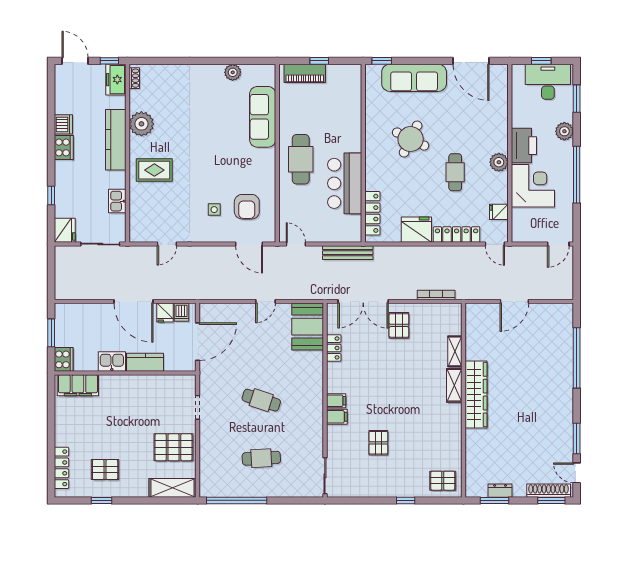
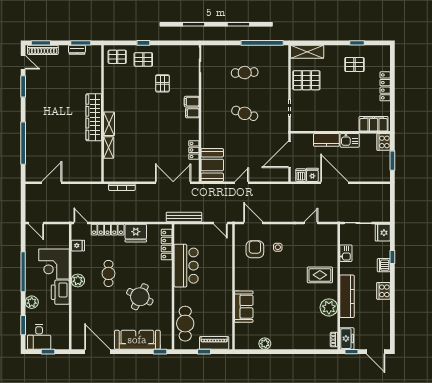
desk: (548, 82) -> (39, 337), width x0.73
sofa: (263, 117) -> (244, 307), width x0.73
dishwasher: (63, 124) -> (384, 265), moved
cafe table: (301, 159) -> (185, 324), moved
door: (558, 244) -> (36, 223), swing flipped
door: (514, 301) -> (52, 183), moved
pallet: (399, 325) -> (143, 59), moved, turned 90
locker: (61, 468) -> (385, 86), moved

